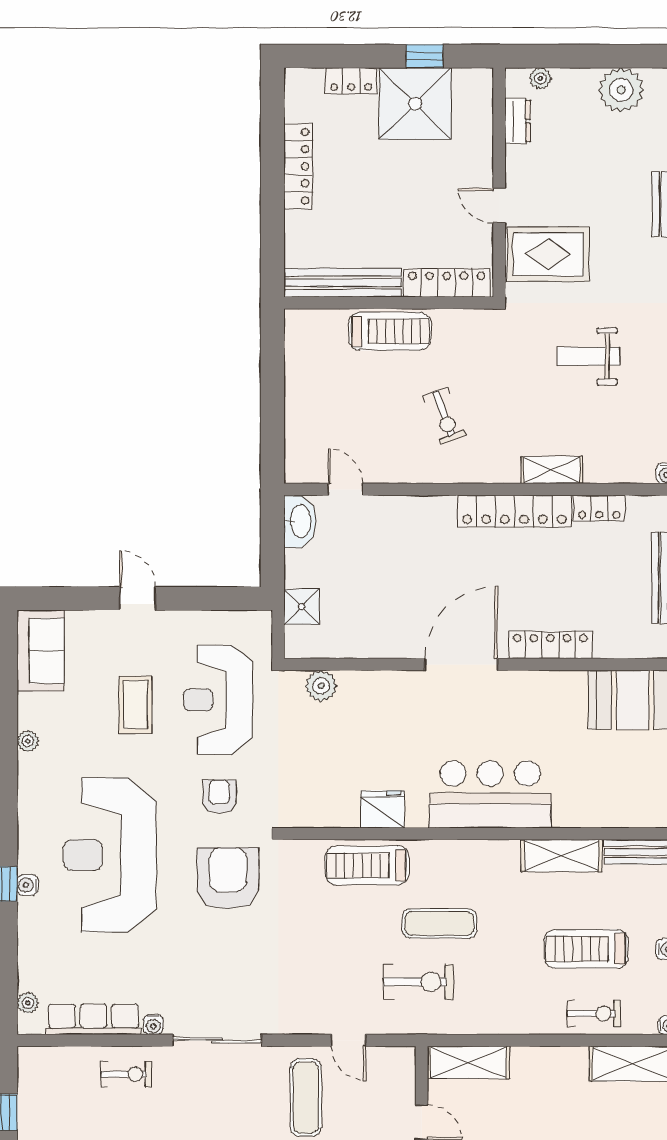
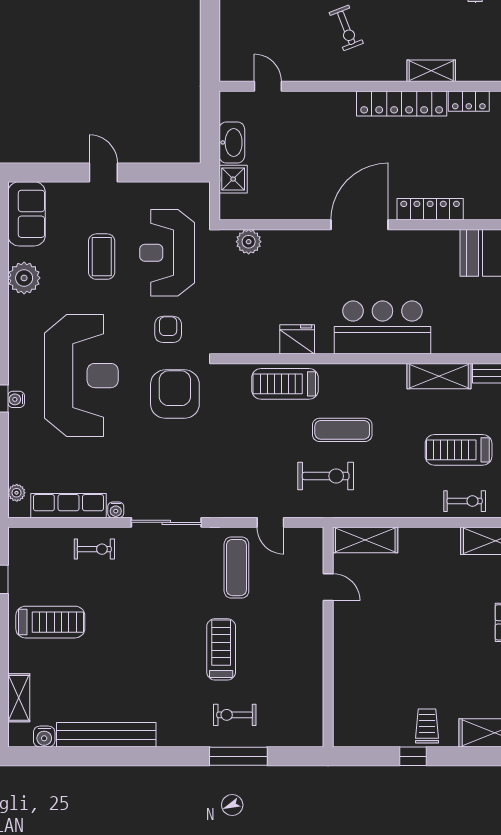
washbasin: (300, 521) -> (232, 142), moved
plant: (28, 741) -> (24, 278), width x1.88, depth x1.88
reception desk: (110, 855) -> (81, 376), turned 180

